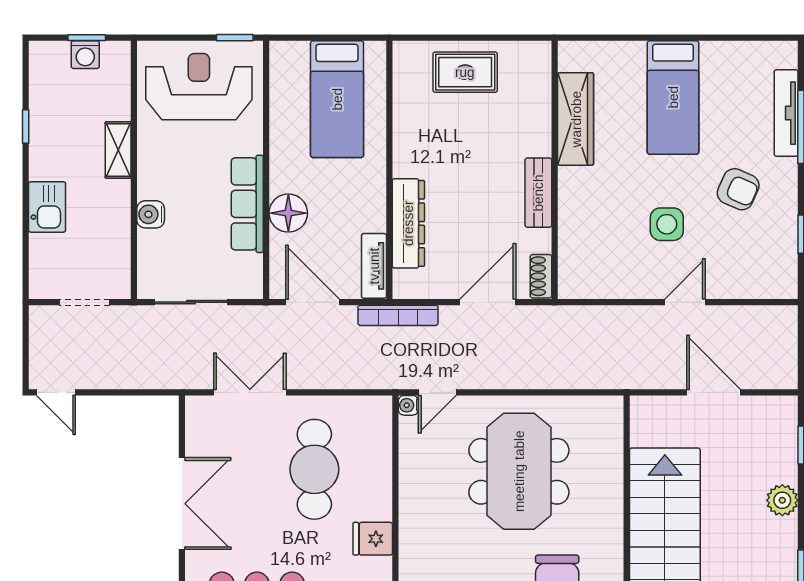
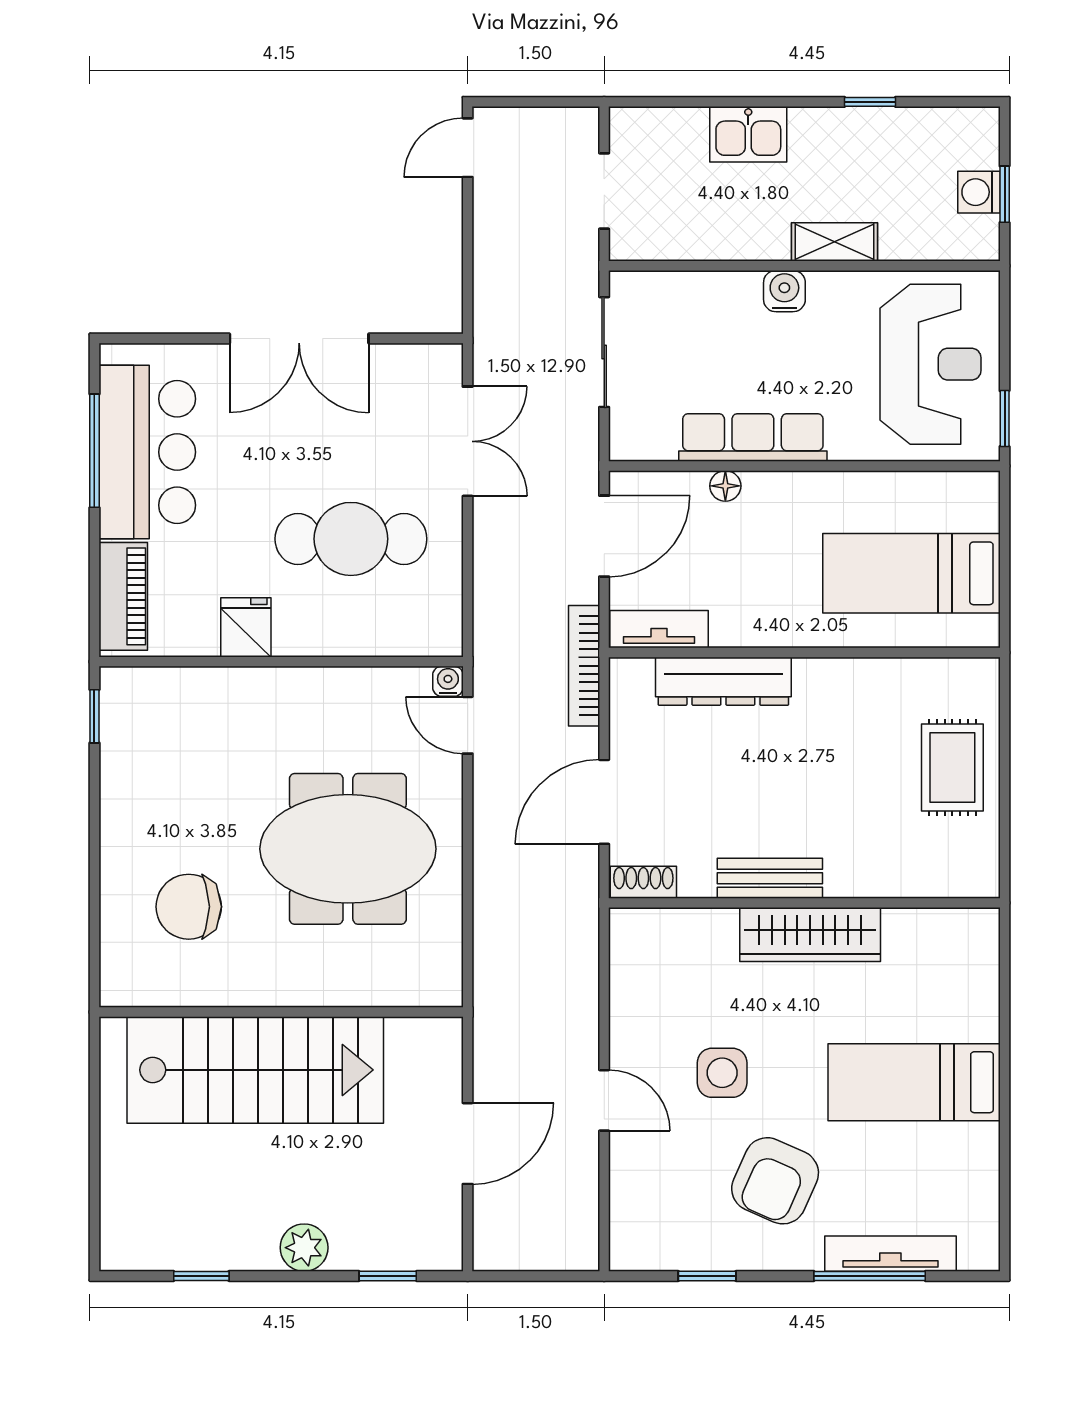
wardrobe: (576, 119) -> (810, 935), moved
armchair: (738, 189) -> (775, 1181), width x1.38, depth x1.38
floor lamp: (288, 213) -> (725, 486), width x0.53, depth x0.53
water cooler: (151, 214) -> (784, 291), moved
door: (488, 302) -> (604, 802), swing flipped

